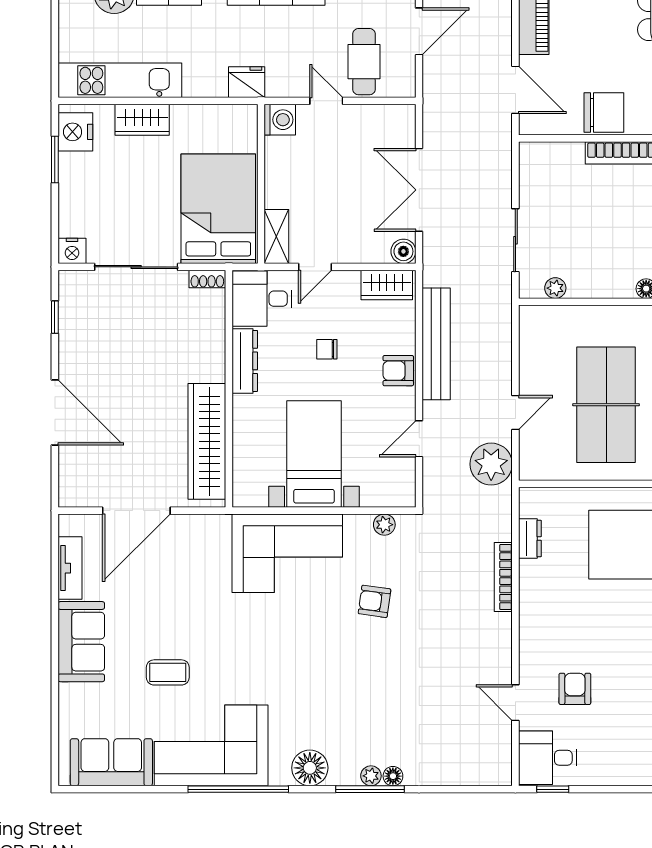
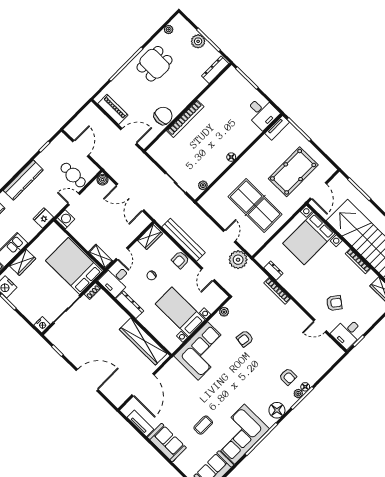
boiler: (403, 251) -> (102, 180), moved
armchair: (575, 689) -> (334, 303), turned 127
armchair: (382, 732) -> (288, 377), added

